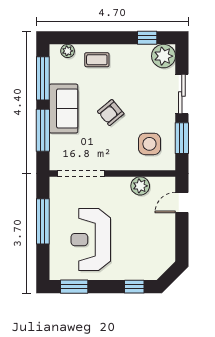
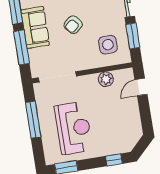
reception desk: (91, 240) -> (73, 128), turned 180

